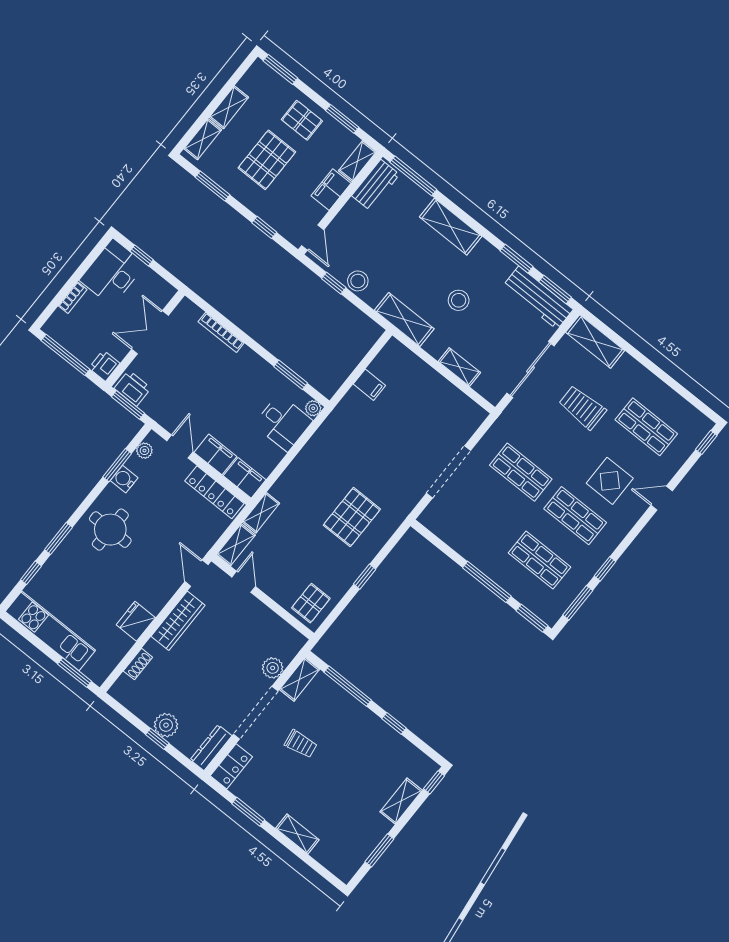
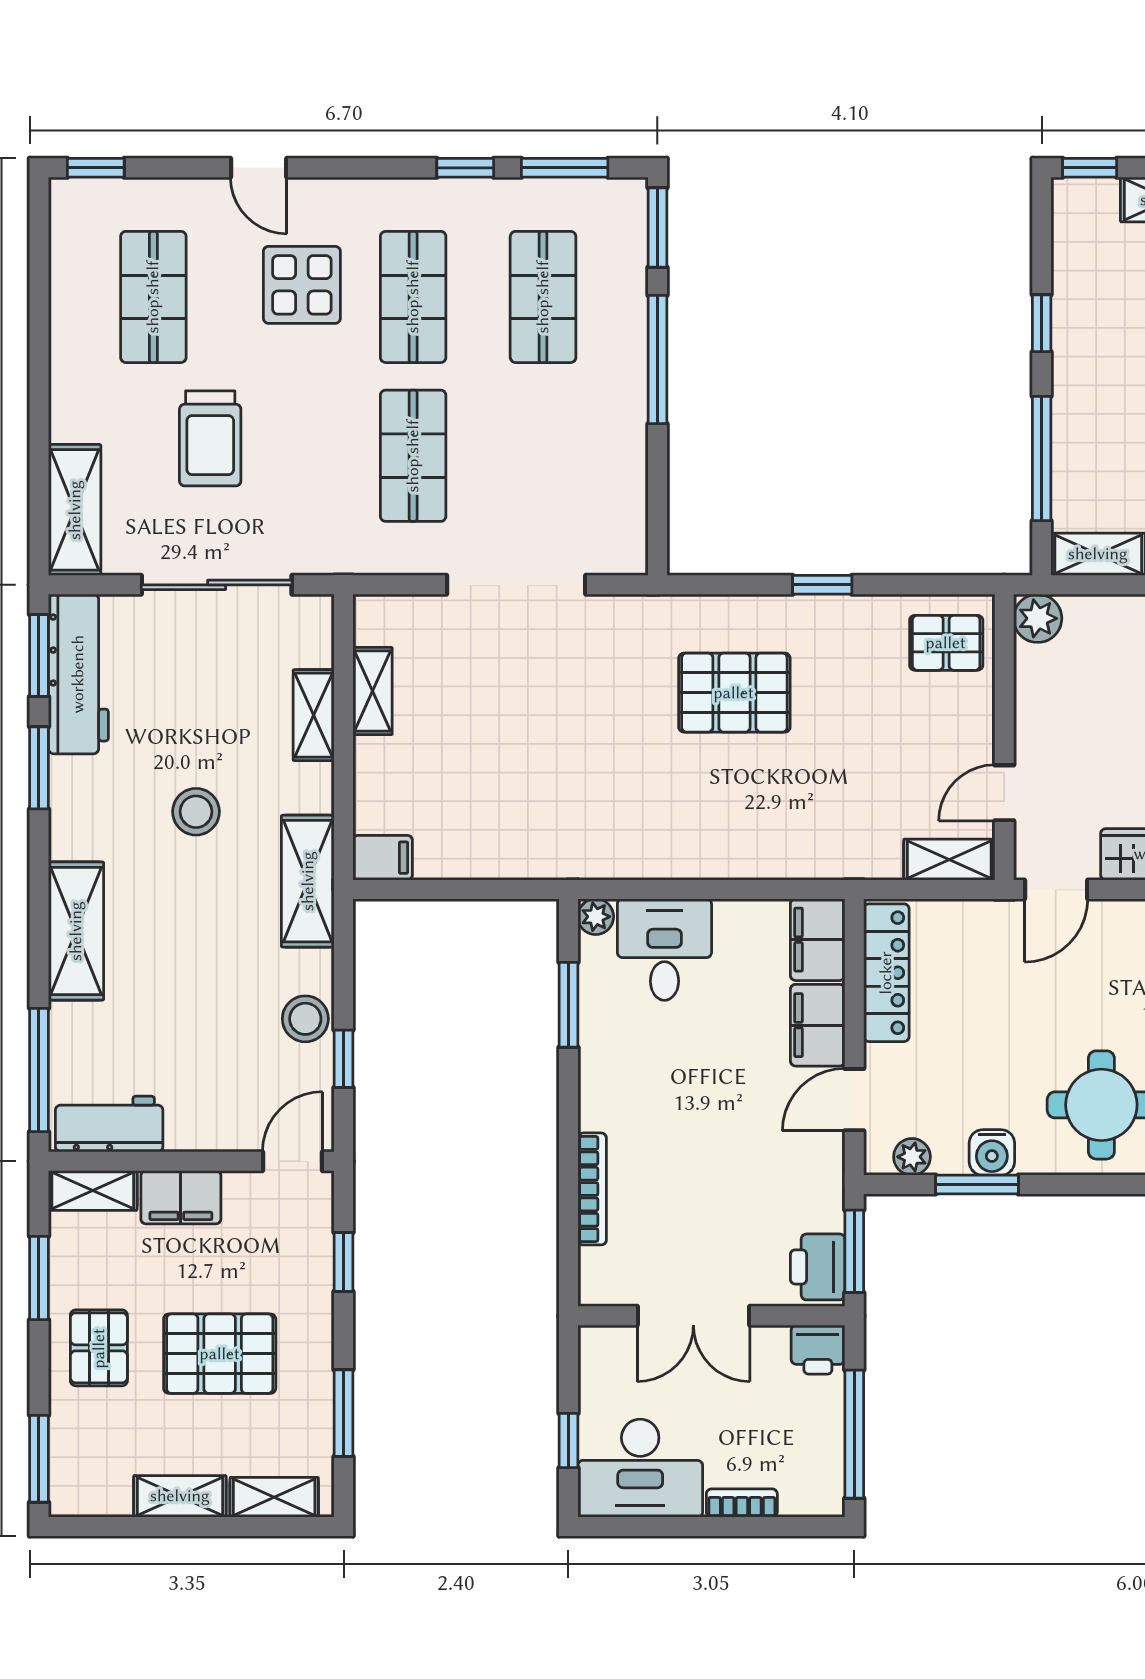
filing cabinet: (369, 385) -> (383, 858), moved, turned 90
shelving: (261, 513) -> (373, 691), moved, turned 90
plant: (273, 668) -> (1038, 618), moved

